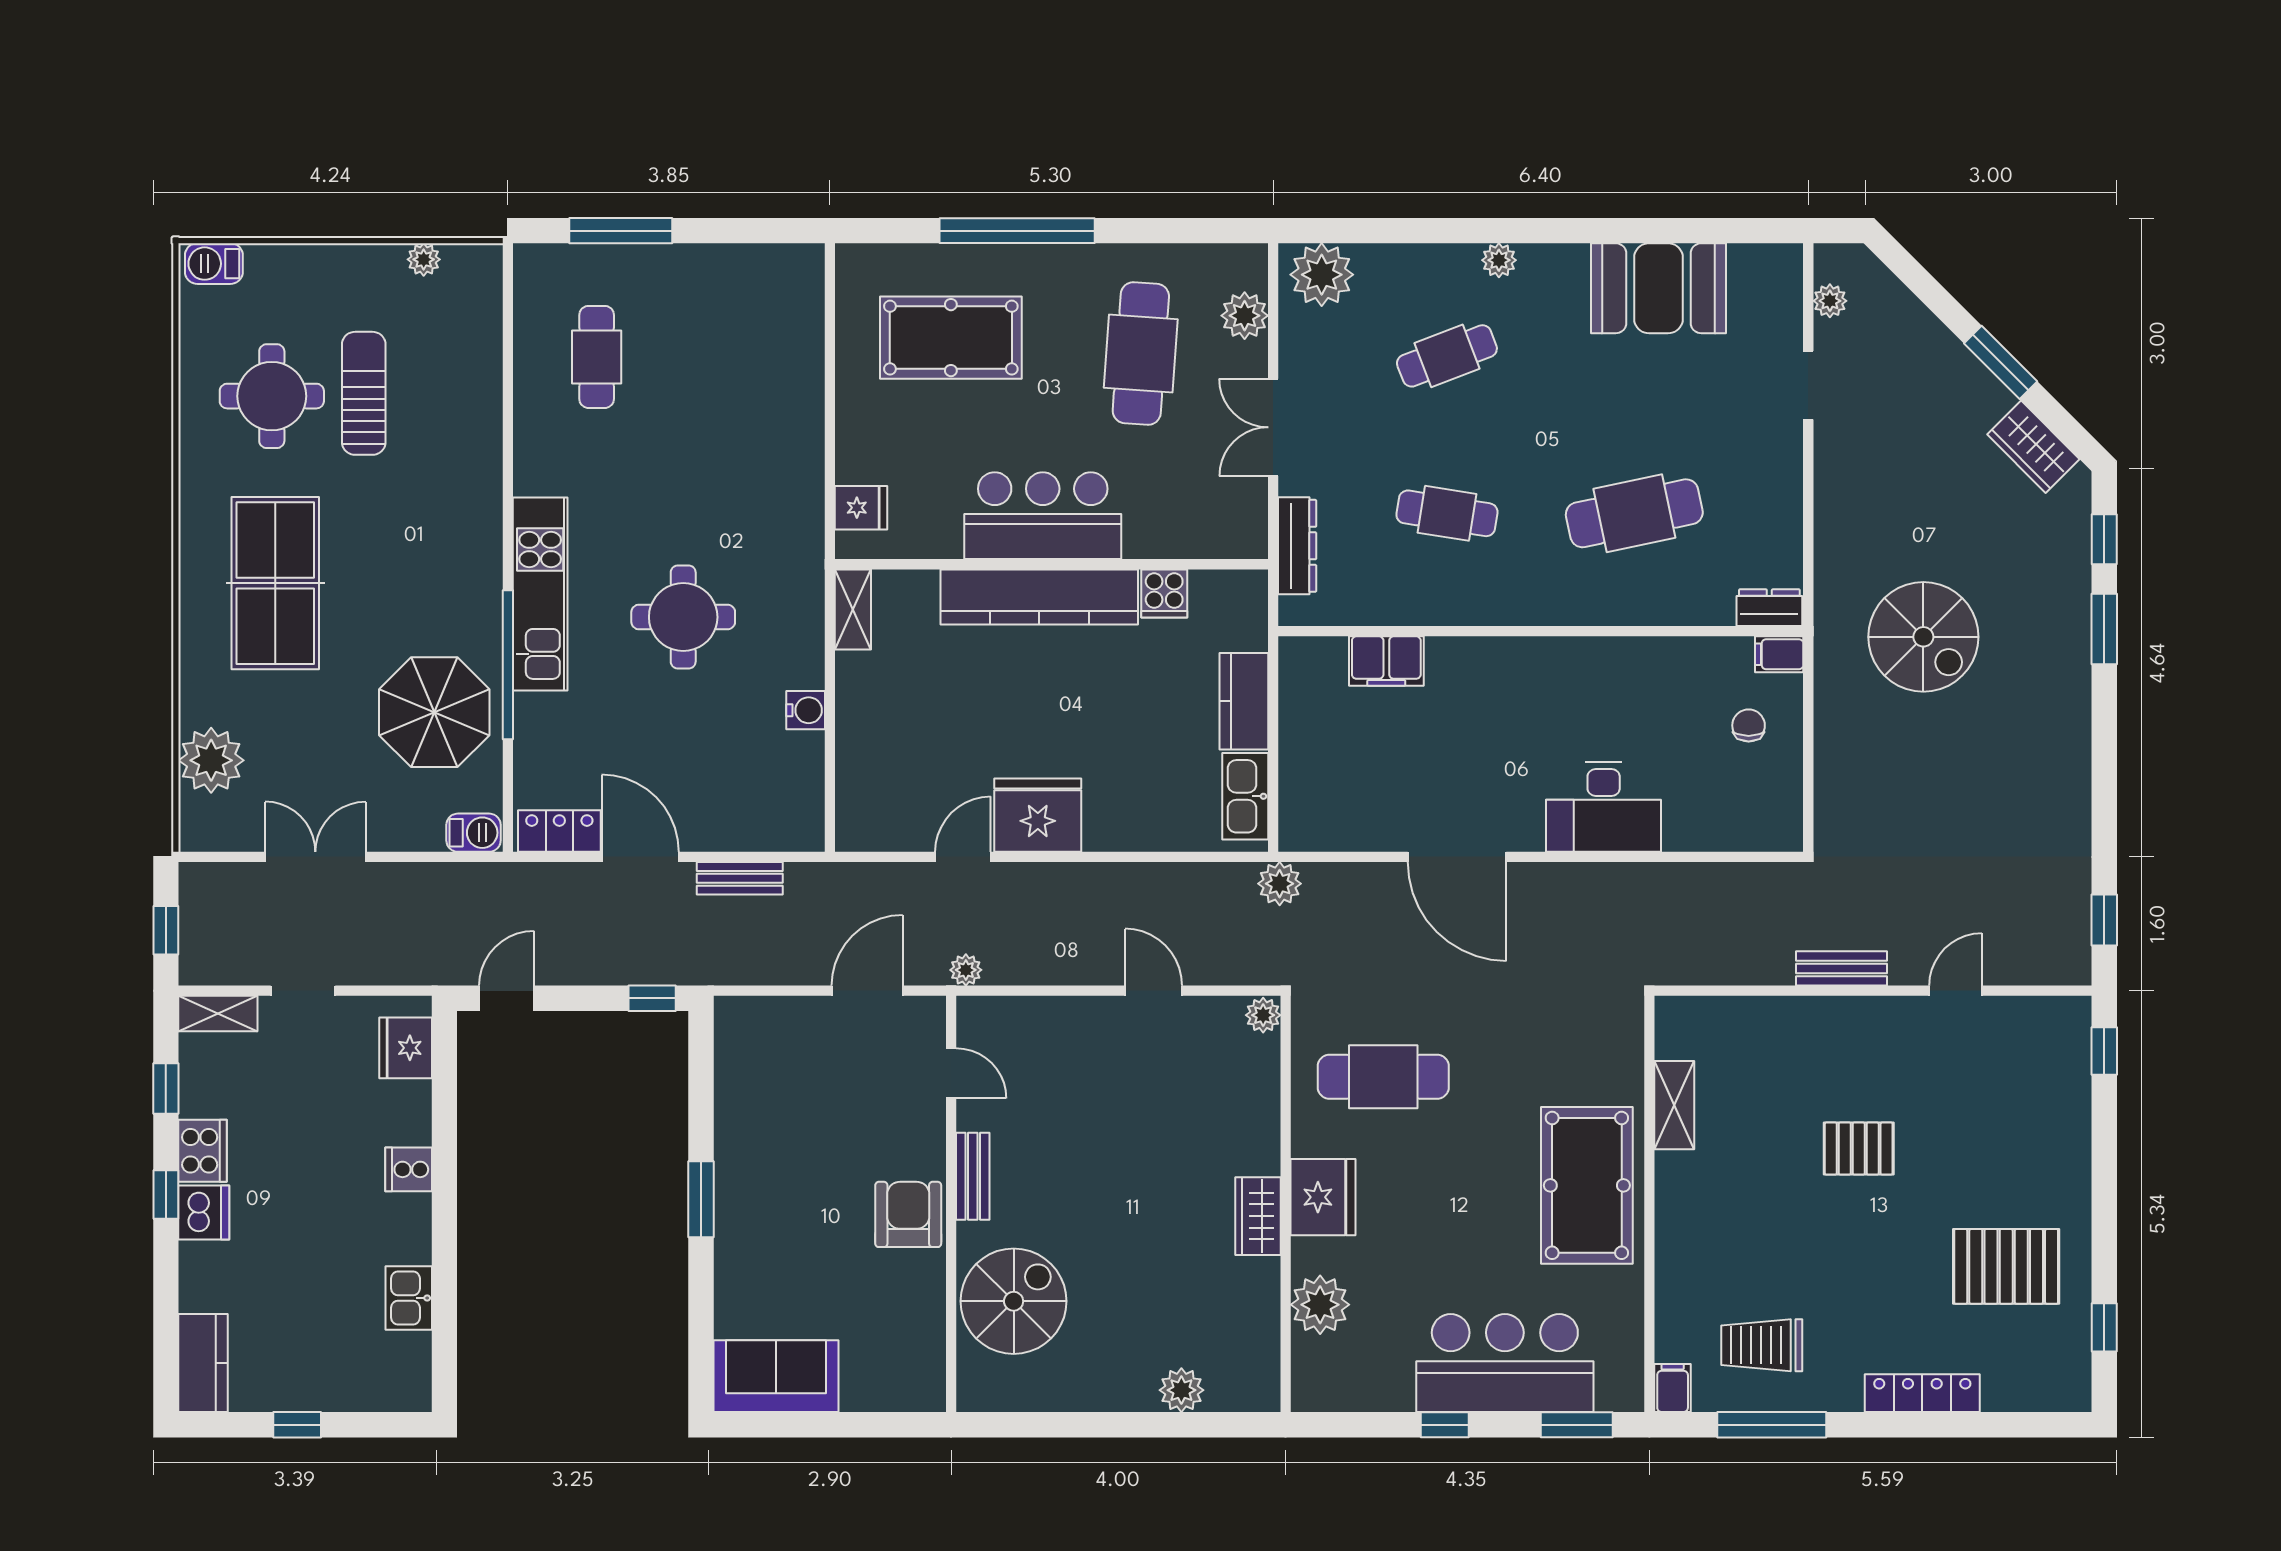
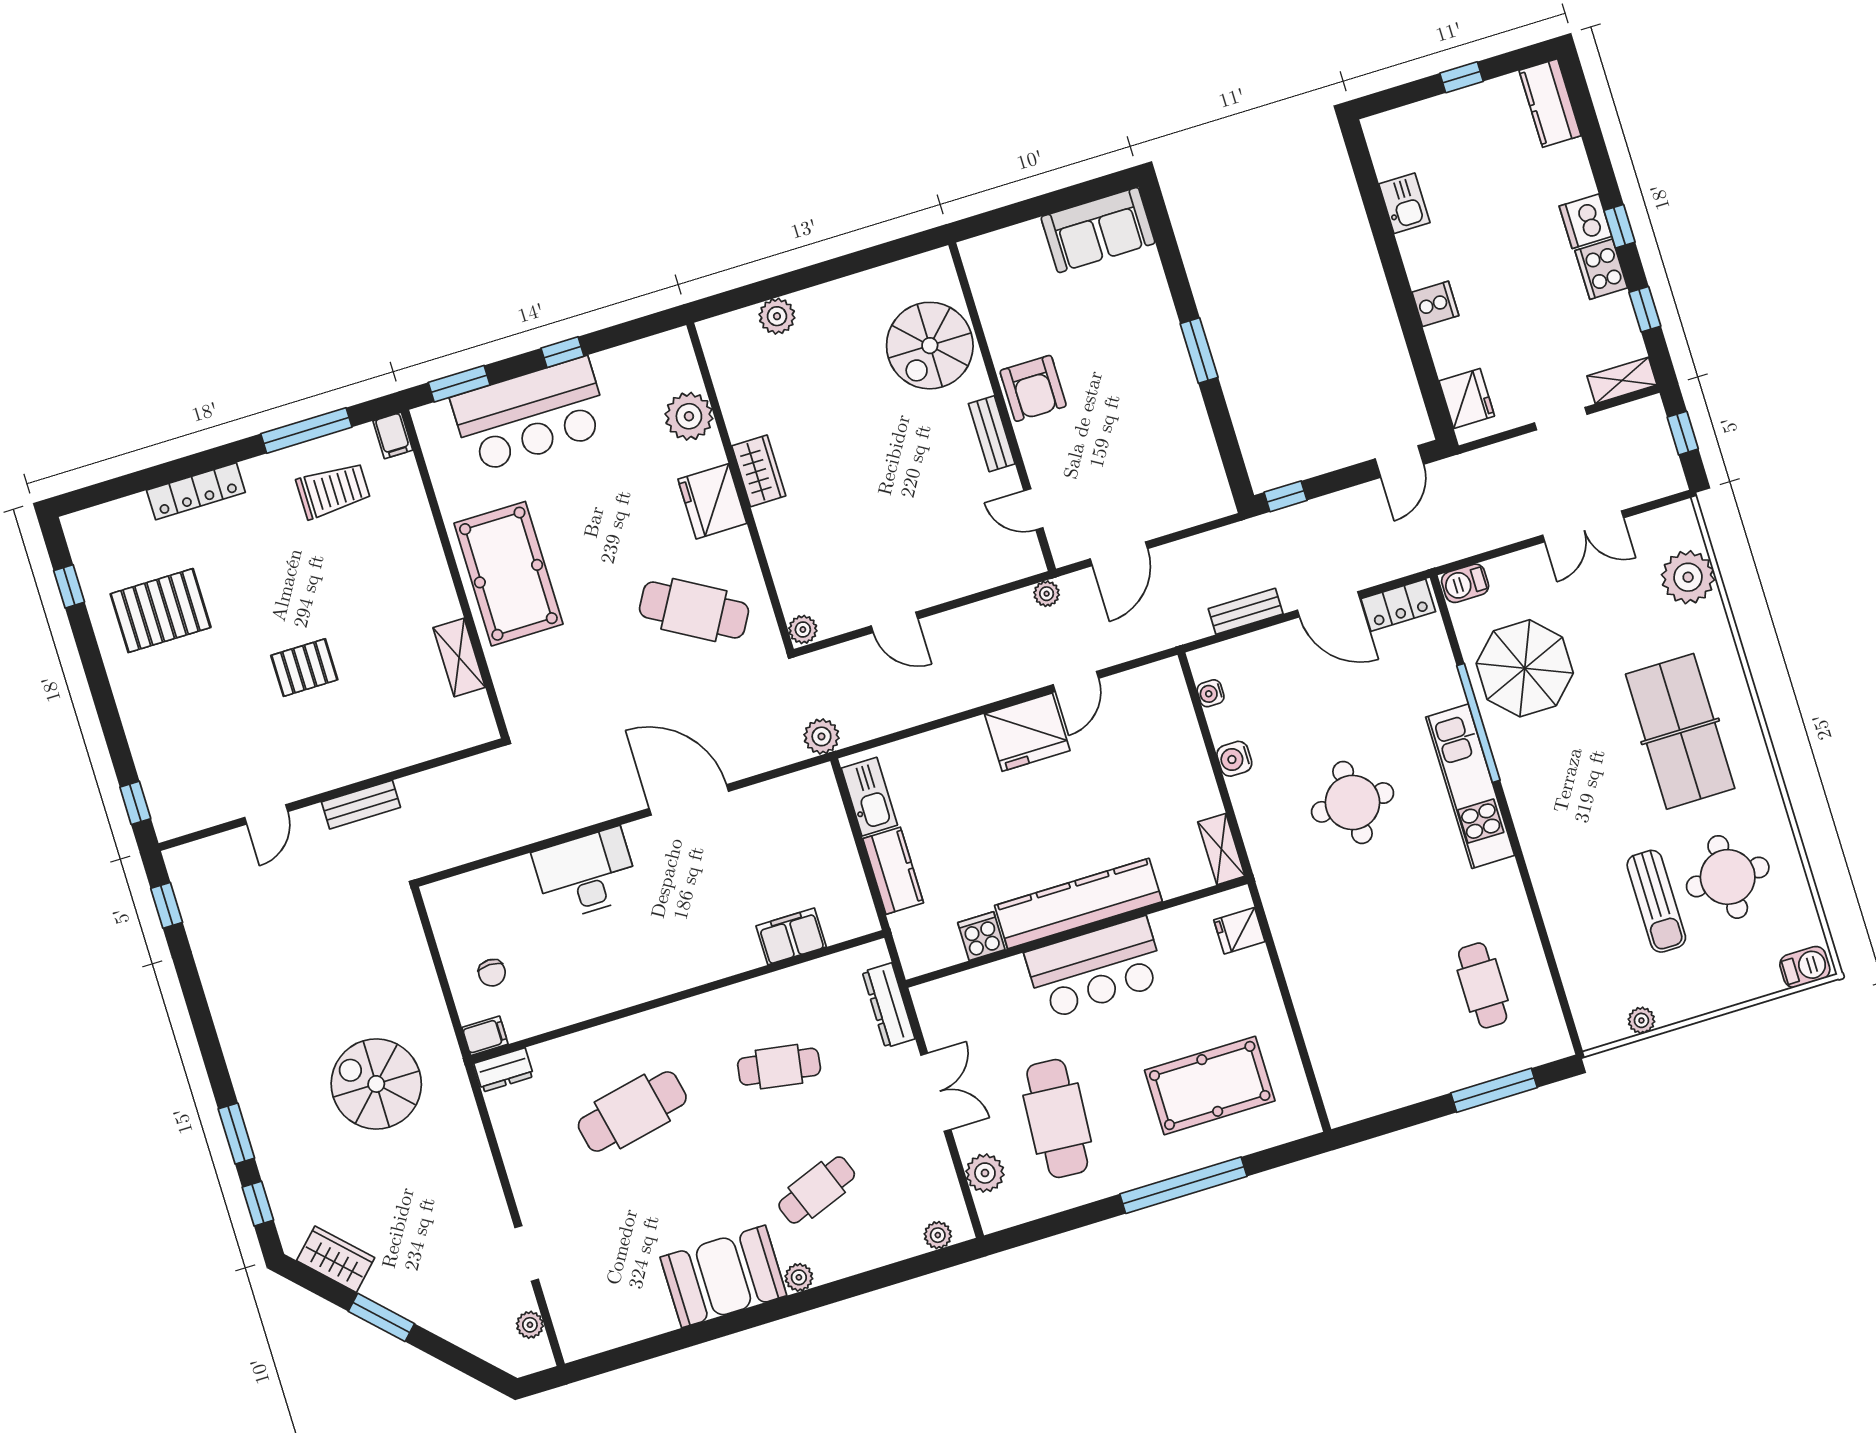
plant: (1322, 275) -> (938, 1235), width x0.53, depth x0.53
booth: (1659, 288) -> (723, 1276), moved
water cooler: (810, 795) -> (1211, 693), added
cafe table: (1383, 1077) -> (694, 610), turned 30

